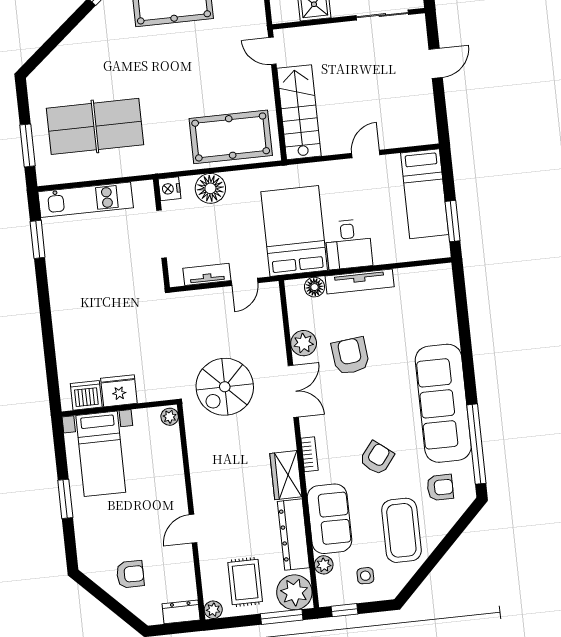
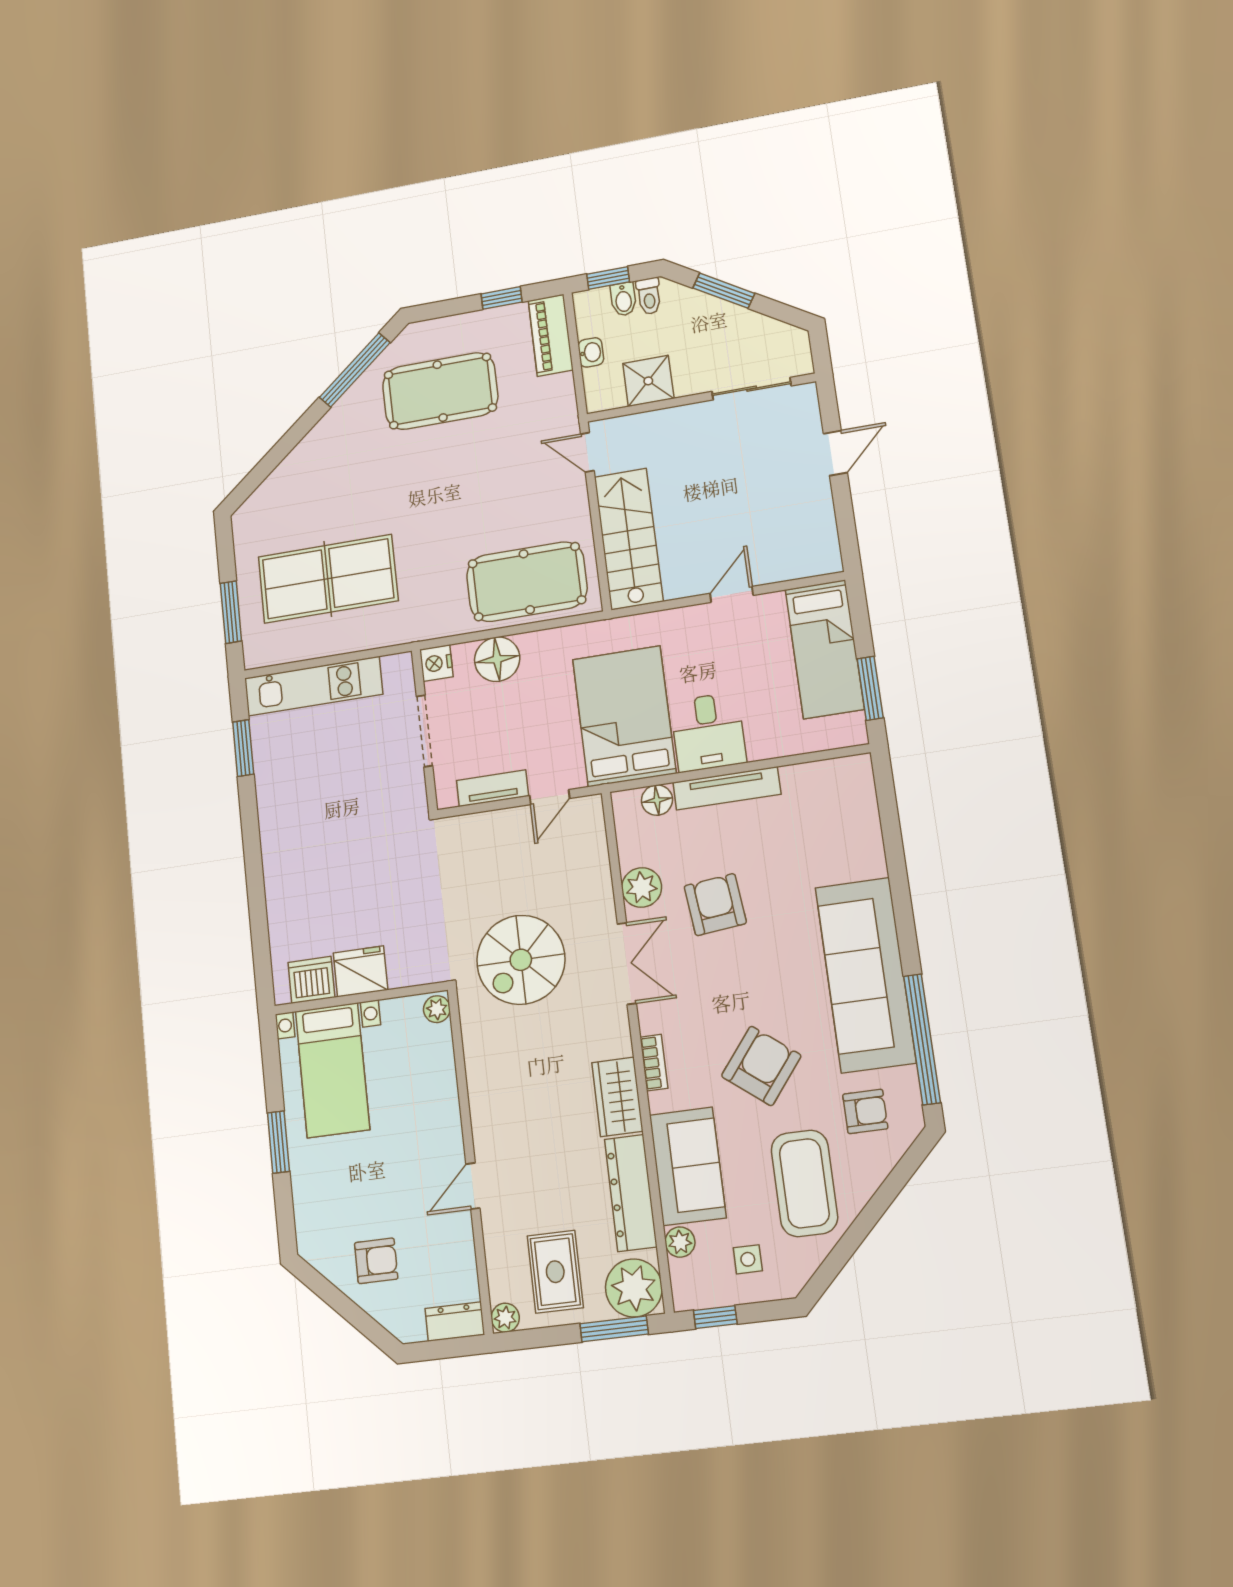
armchair: (377, 458) -> (761, 1066), width x1.38, depth x1.38

